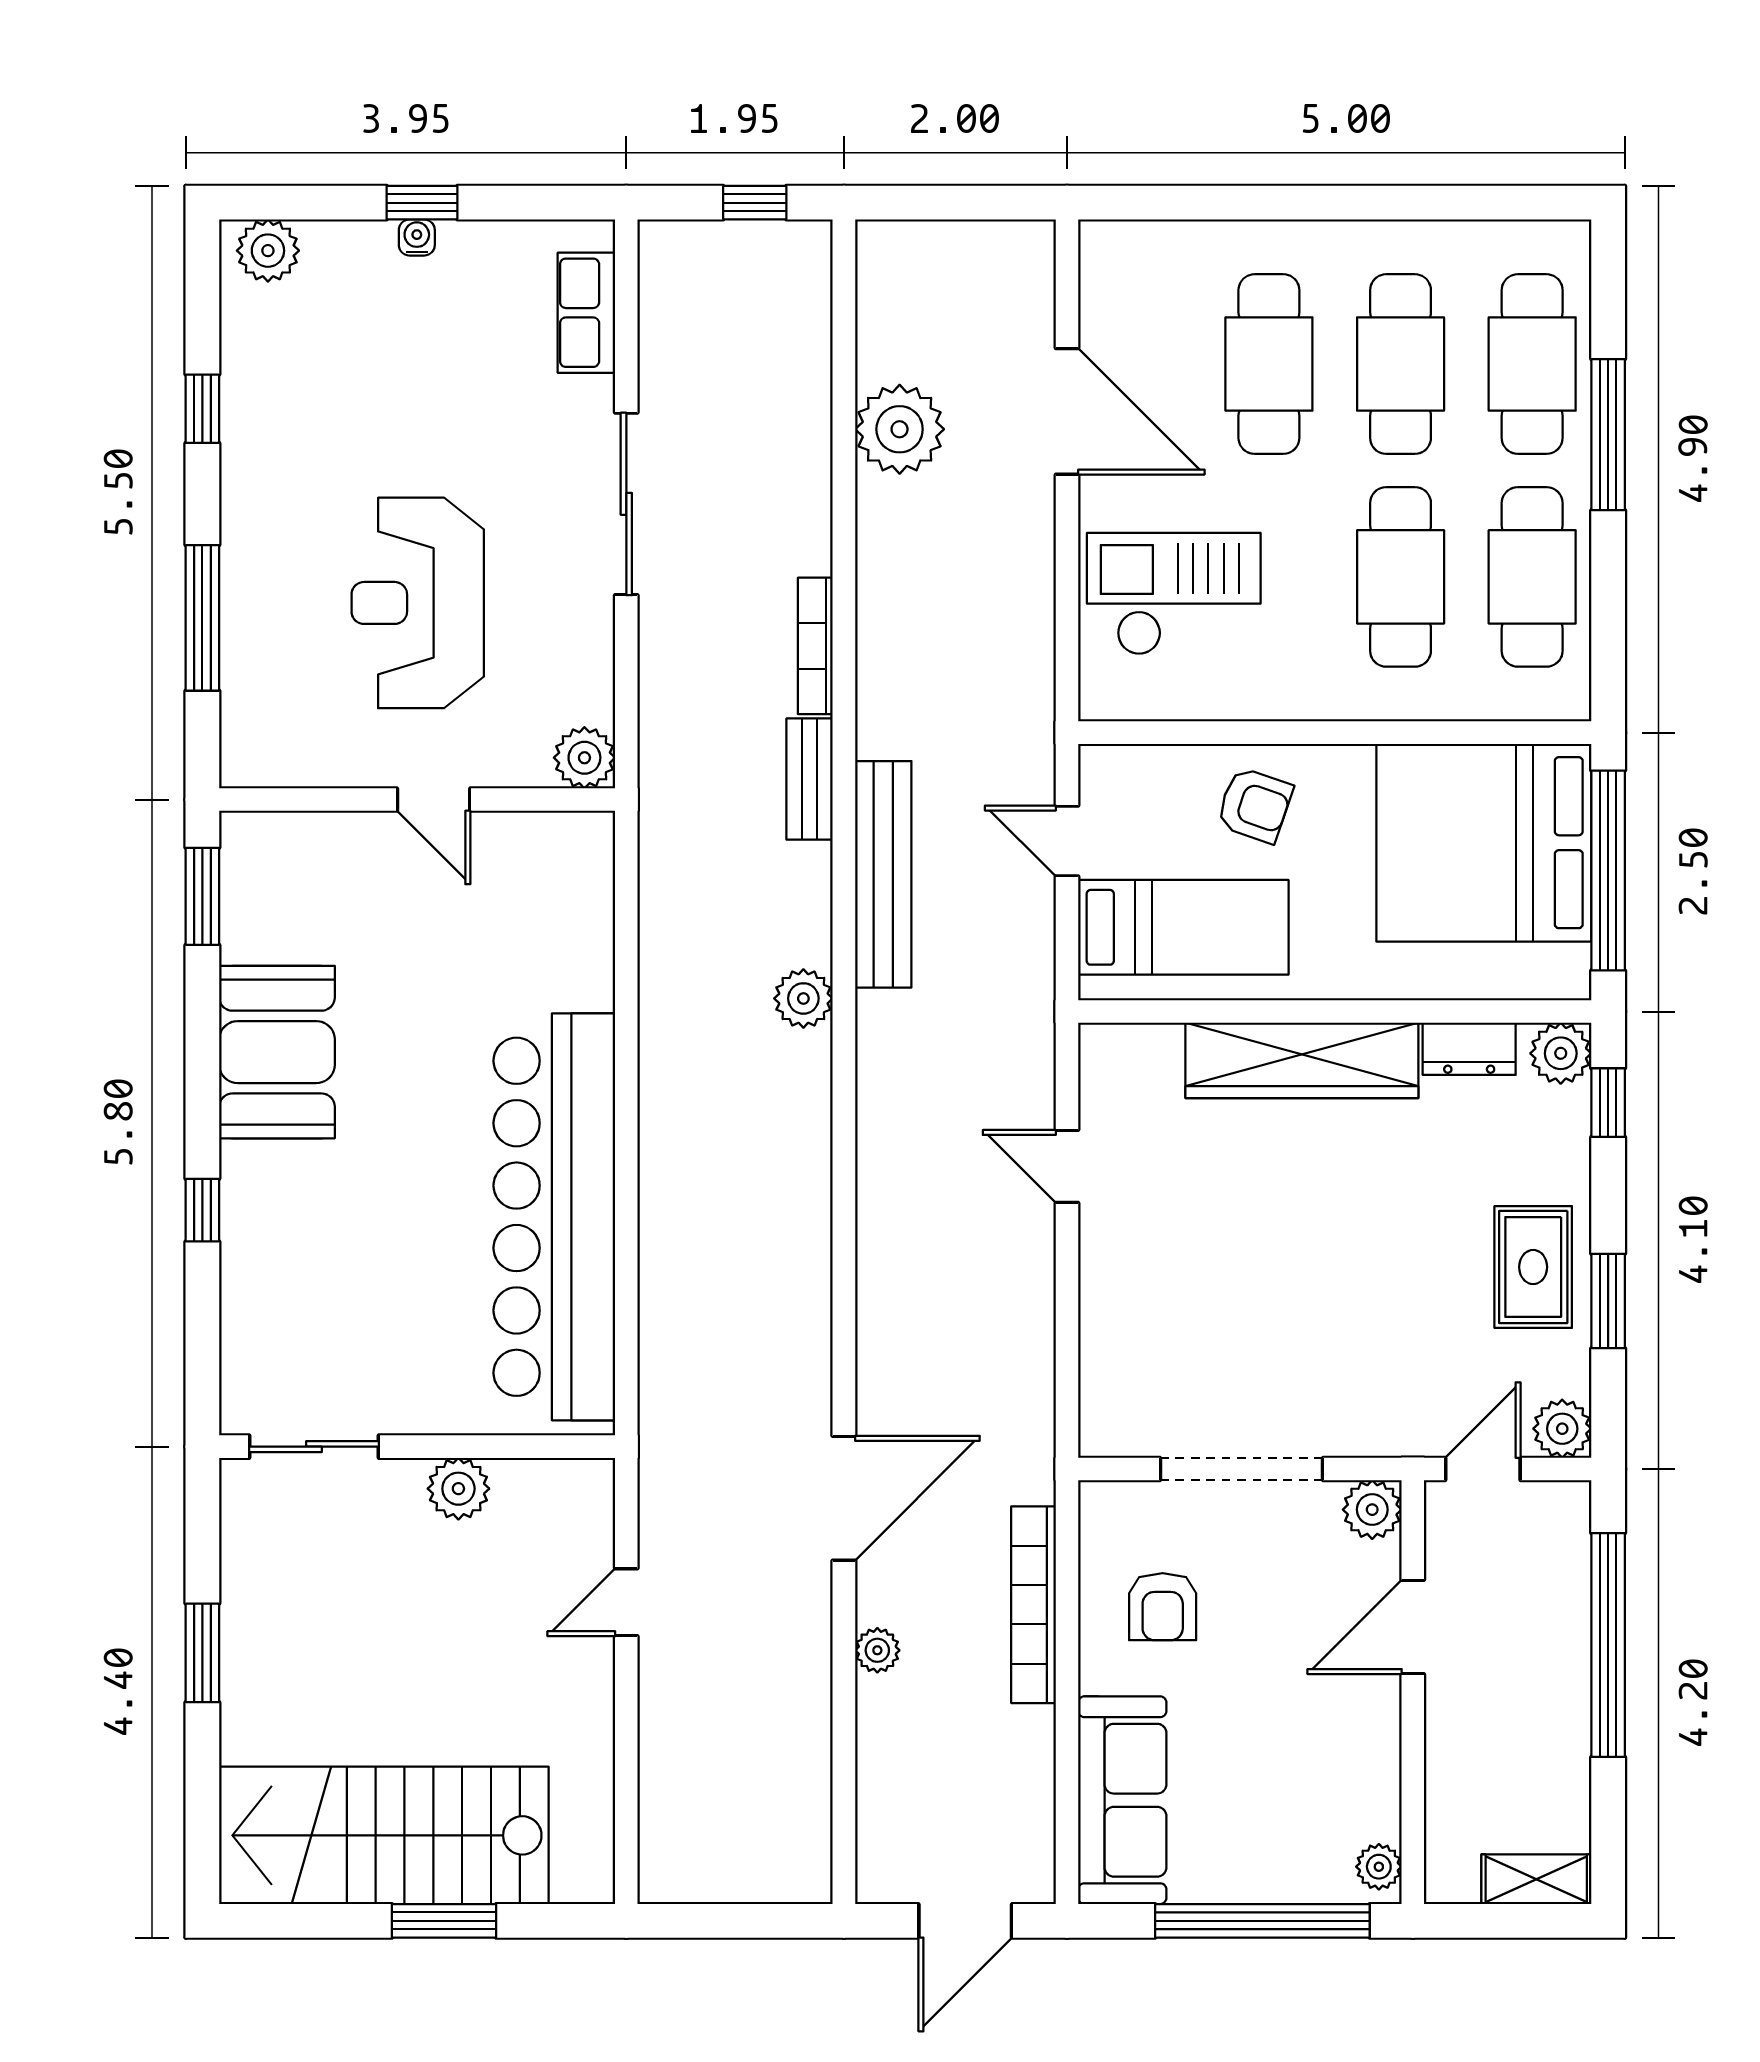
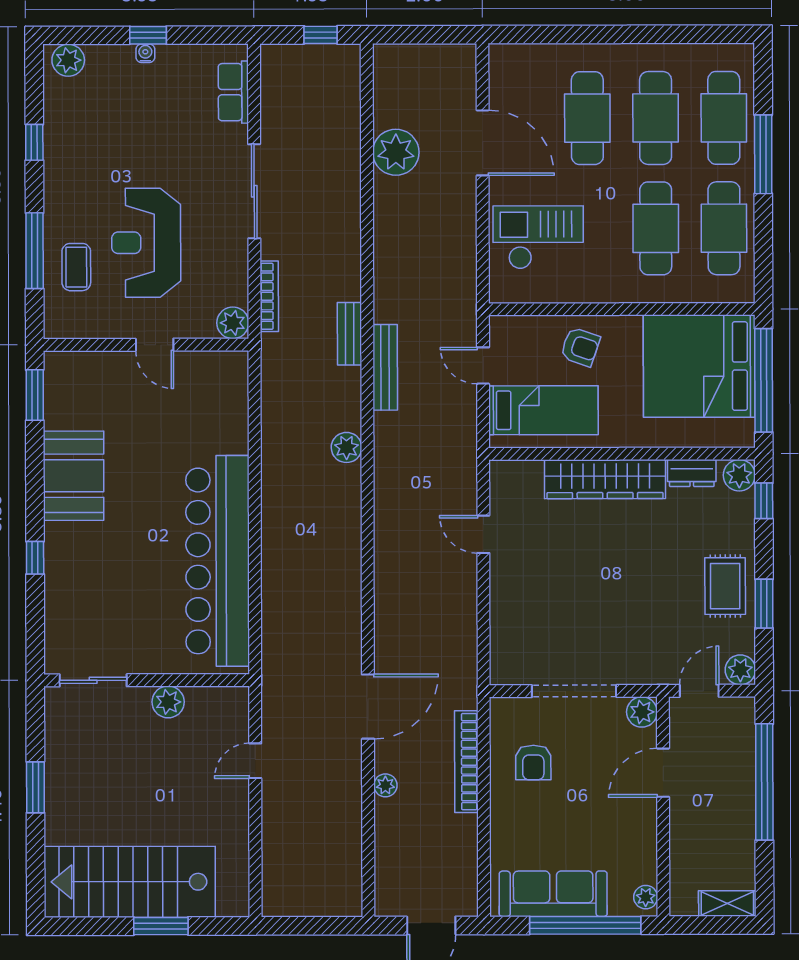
bookcase: (815, 646) -> (269, 296), moved, turned 180
coffee table: (283, 650) -> (76, 267), added
bench: (883, 874) -> (385, 367), width x0.73, depth x0.82
sofa: (1122, 1800) -> (553, 894), moved, turned -90

